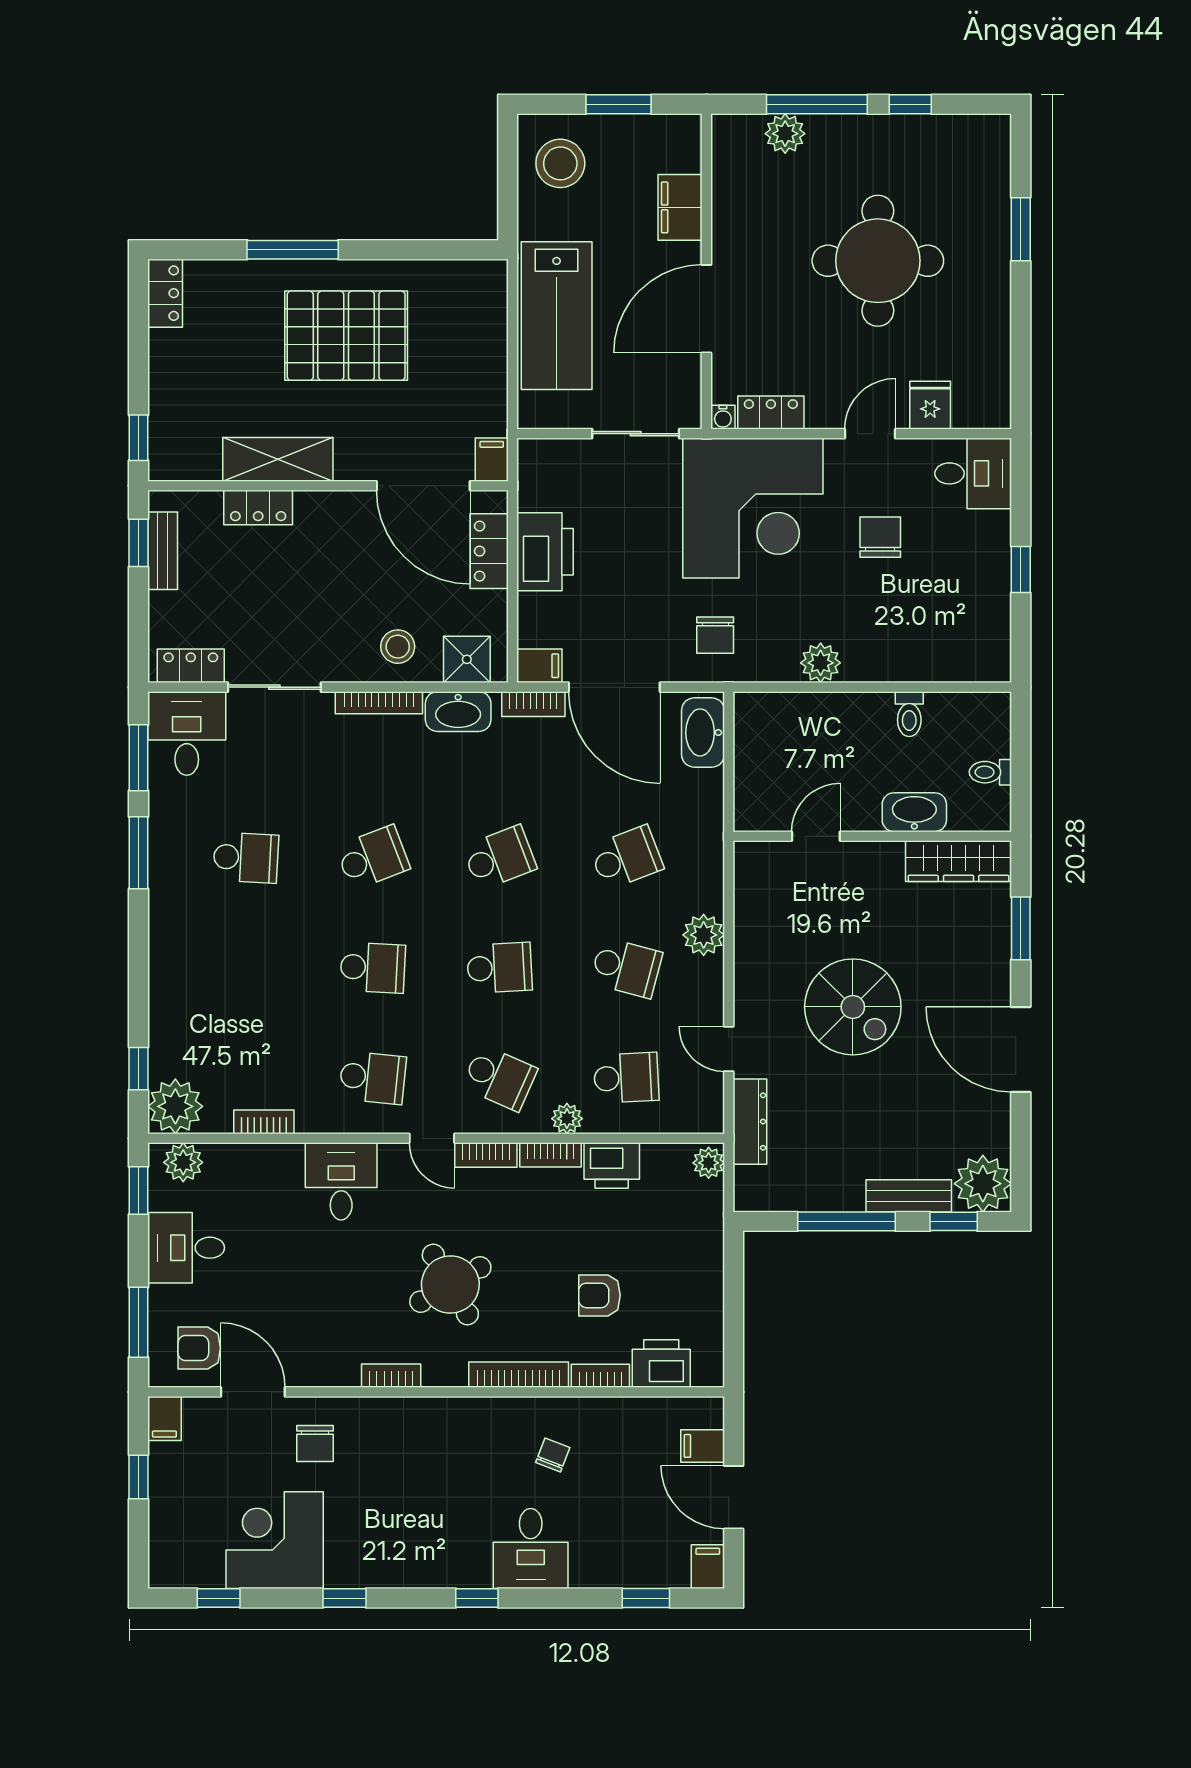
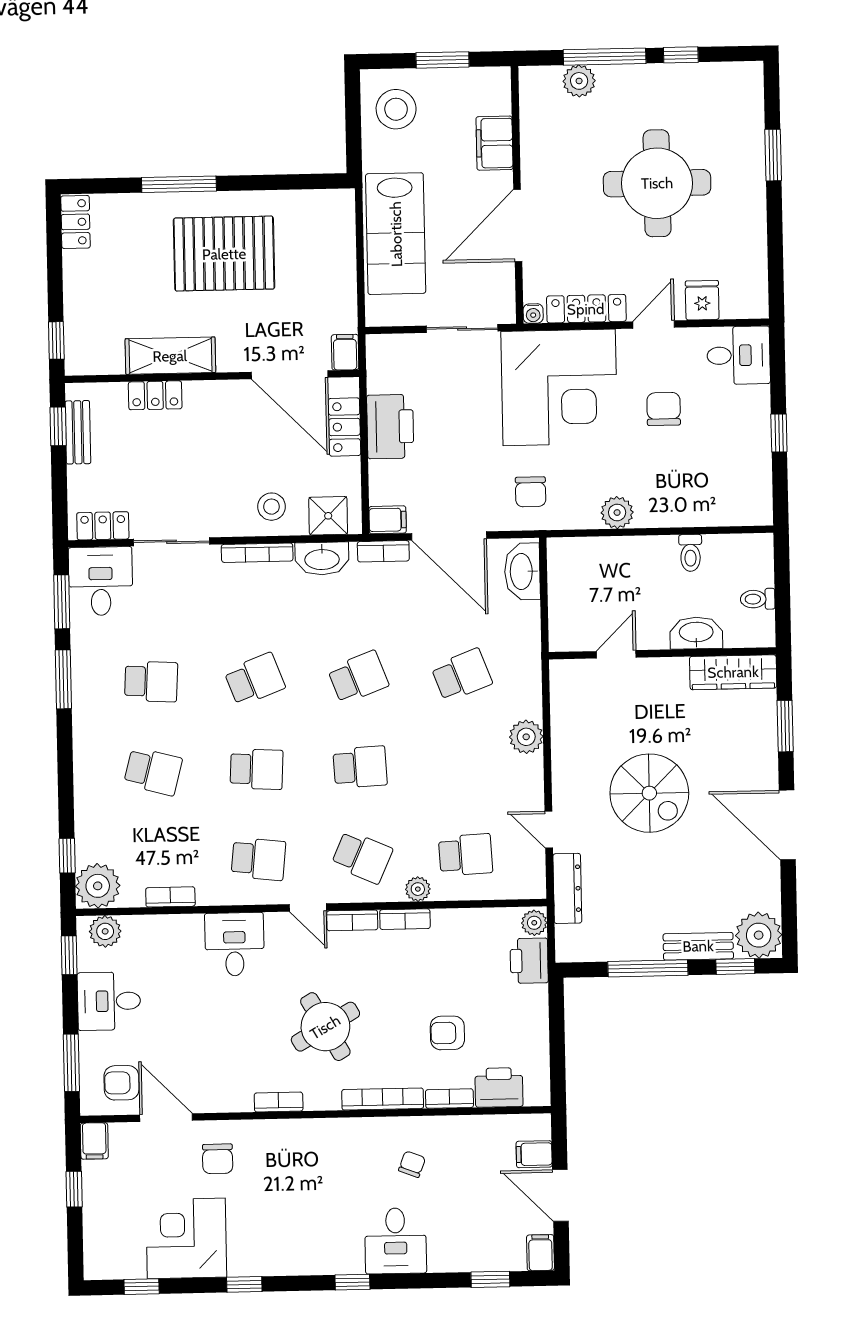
locker: (771, 412) -> (586, 309), width x1.53
school desk: (626, 968) -> (153, 771), moved
printer: (612, 1166) -> (529, 961), moved, turned 90

